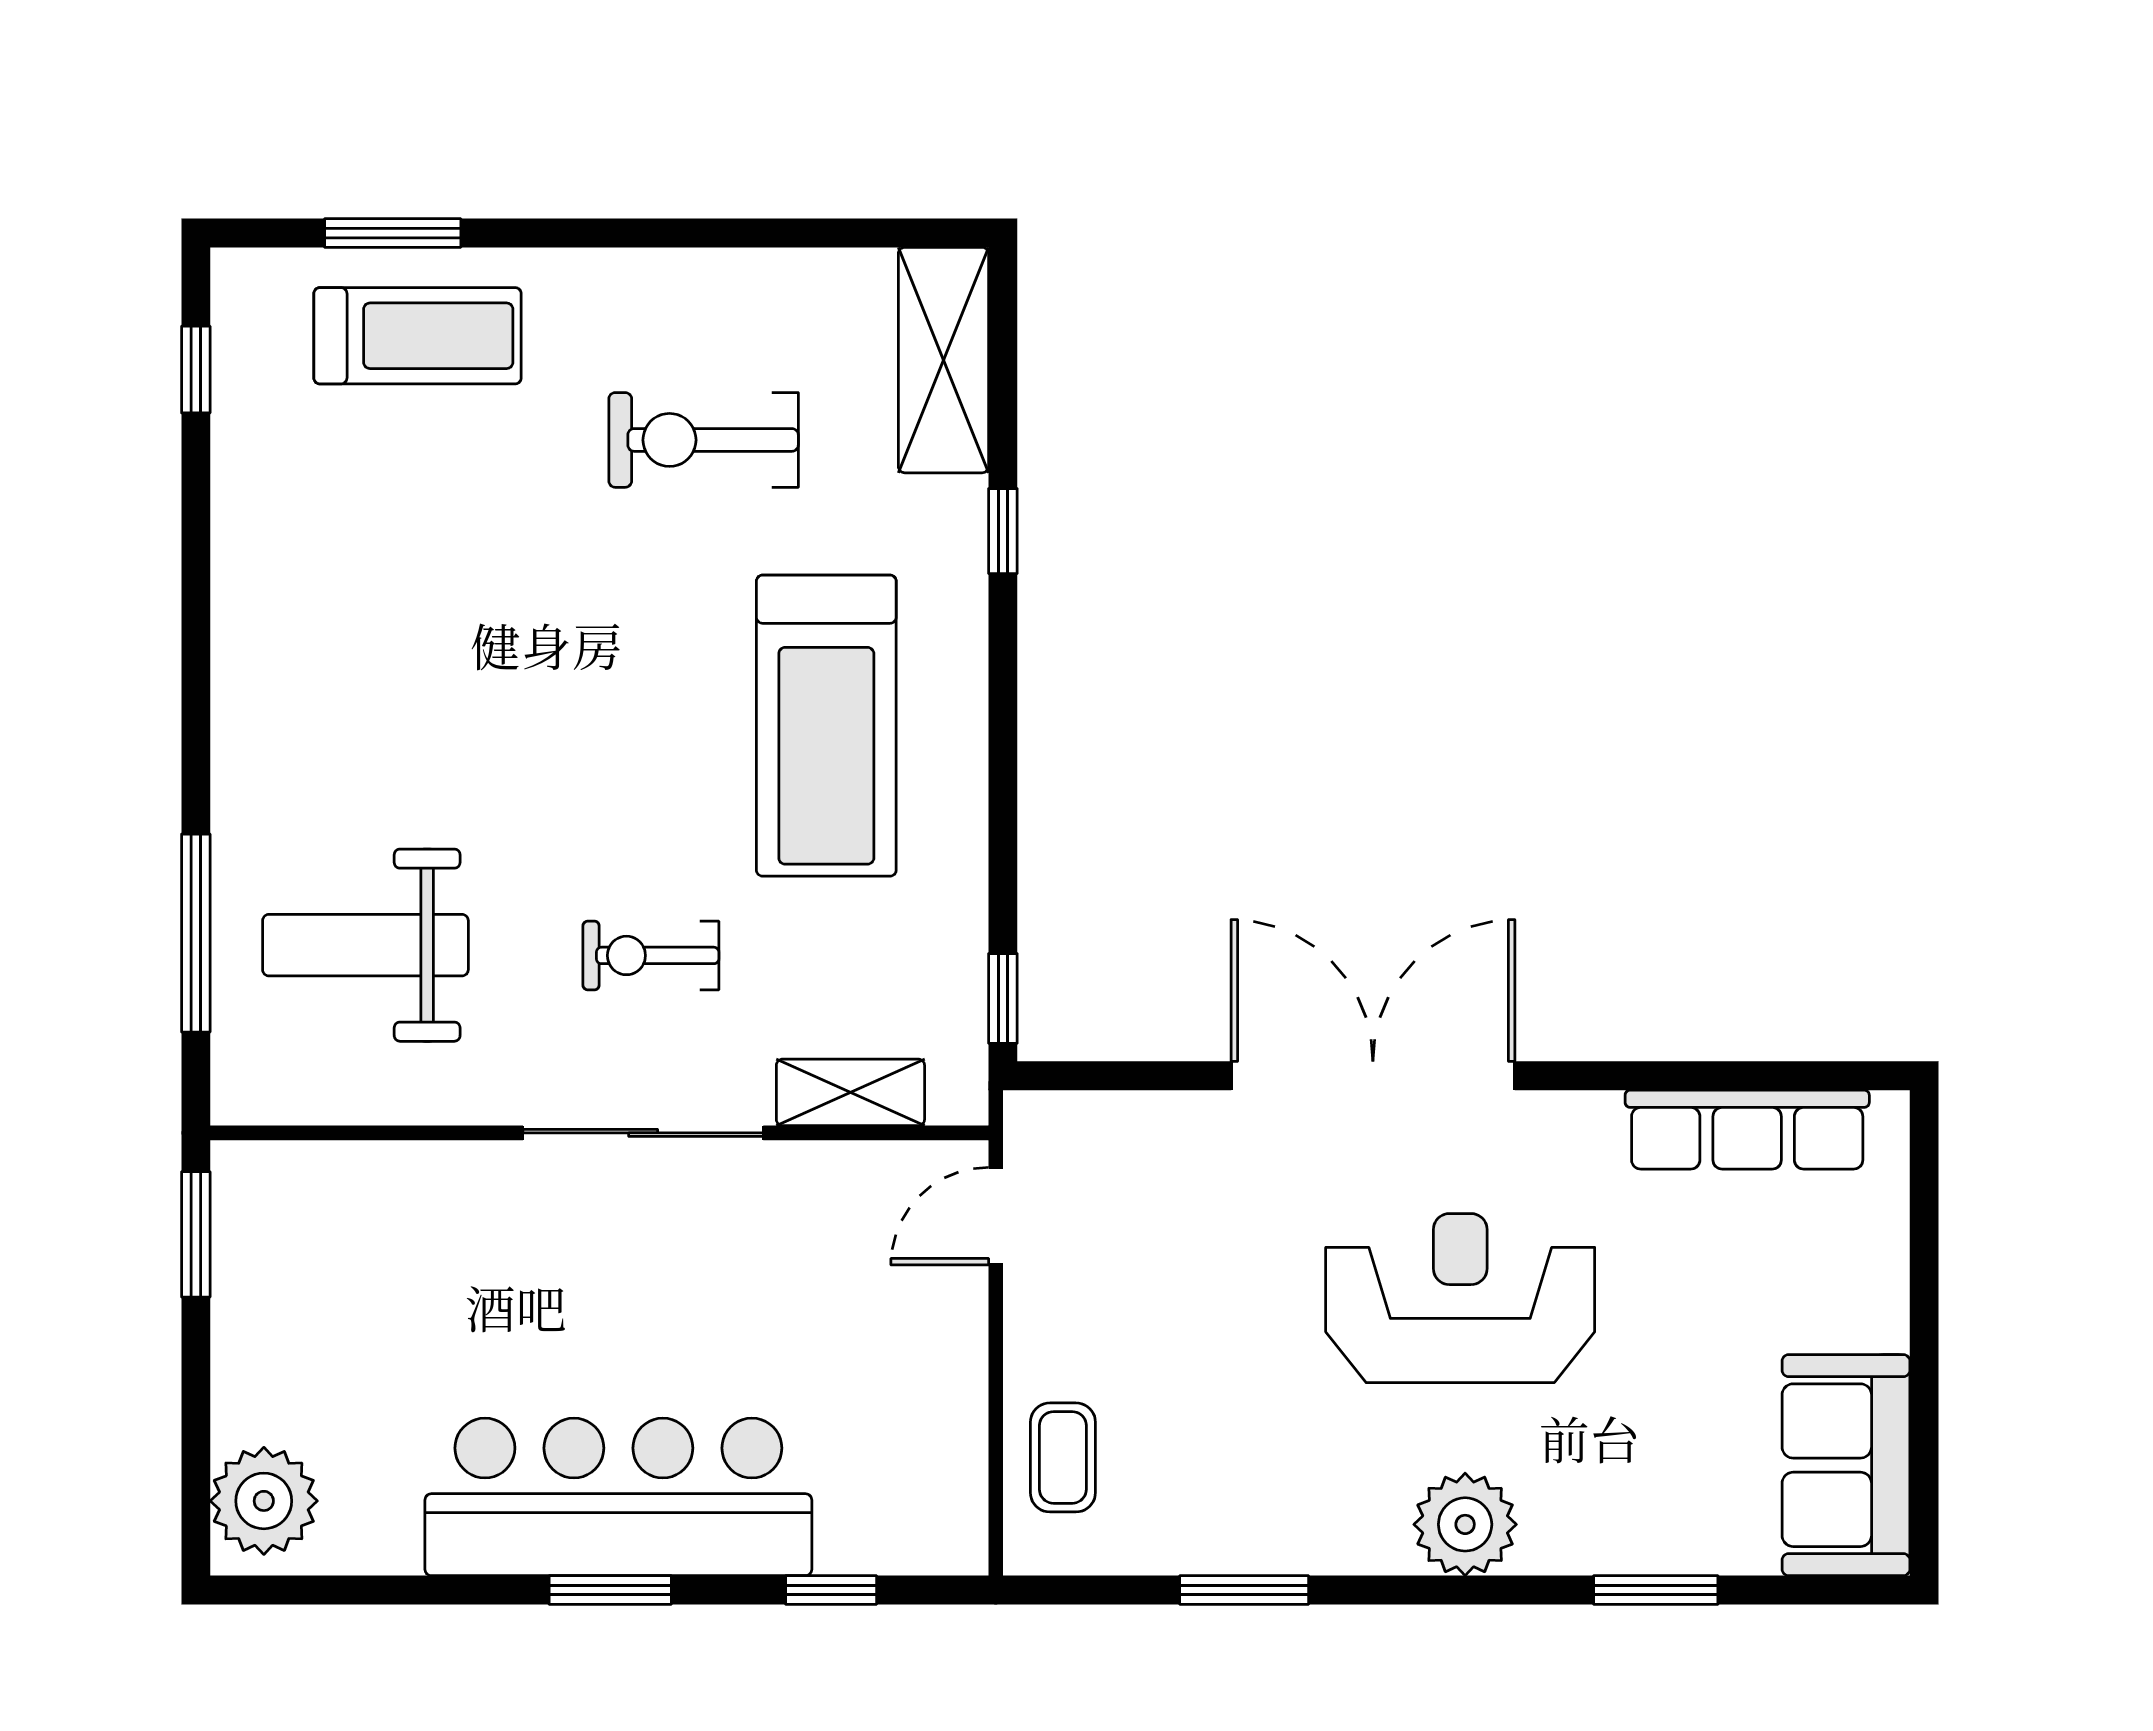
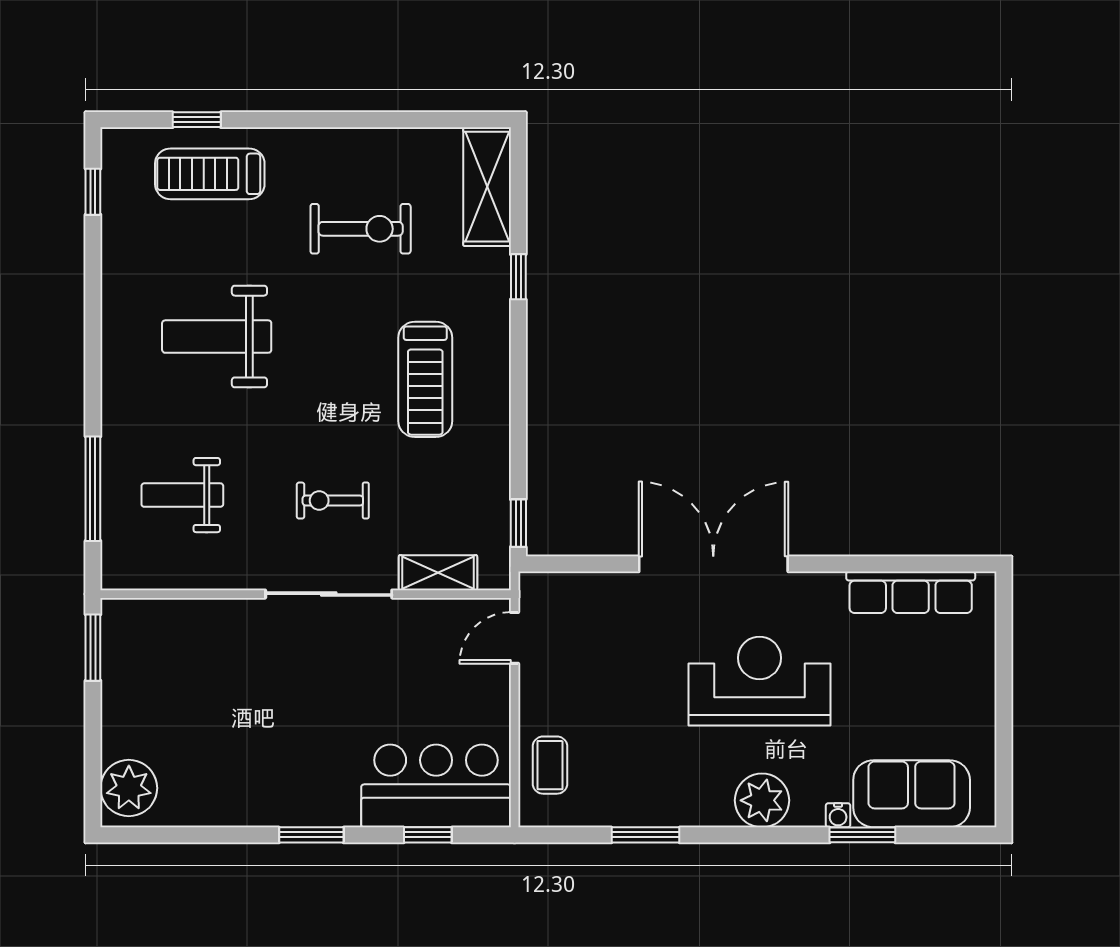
window: (393, 233) -> (197, 120), width x0.67
treadmill: (418, 336) -> (210, 174), turned 180
exercise bike: (704, 440) -> (361, 229), turned 180
weight bench: (431, 644) -> (217, 337), added
treadmill: (826, 726) -> (425, 379), width x0.73, depth x0.73
weight bench: (365, 945) -> (182, 495), width x0.73, depth x0.75
sofa: (1846, 1465) -> (912, 794), moved, turned 90
bar counter: (618, 1497) -> (436, 786), moved, width x0.73
water cooler: (1609, 1553) -> (838, 815), added

